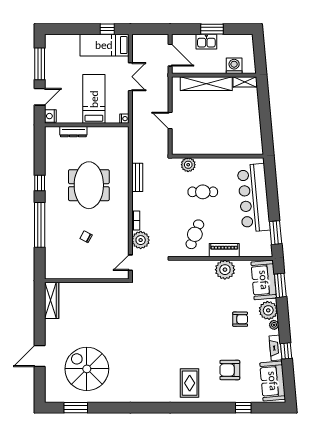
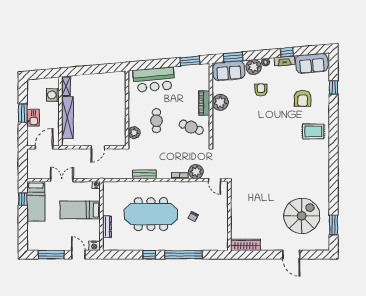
meeting table: (89, 185) -> (151, 214), width x1.36
bar counter: (254, 198) -> (154, 80), width x0.73
spiral stairs: (87, 369) -> (302, 216), turned 180

